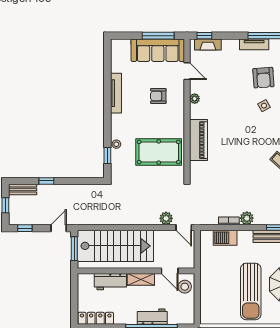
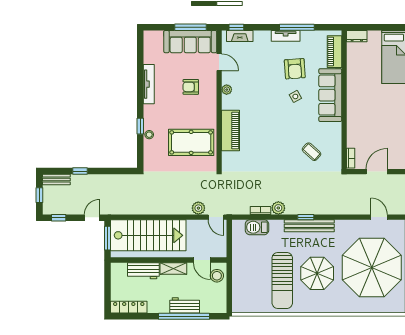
window: (107, 156) -> (140, 126), moved

